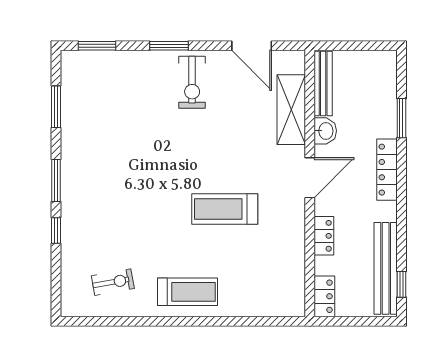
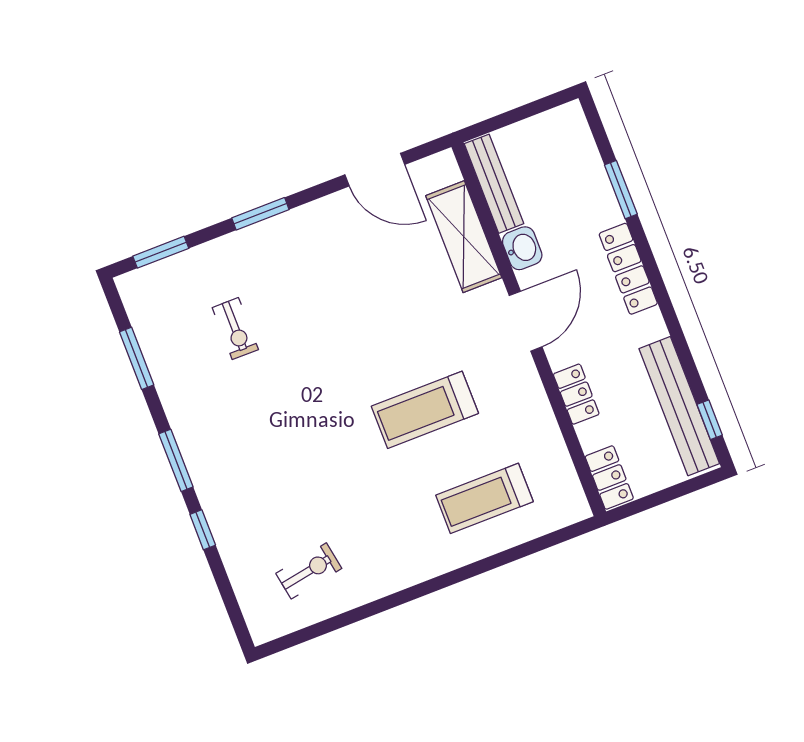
exercise bike: (192, 82) -> (235, 329), moved, width x0.73, depth x0.72
treadmill: (188, 292) -> (484, 498), moved, turned 180

